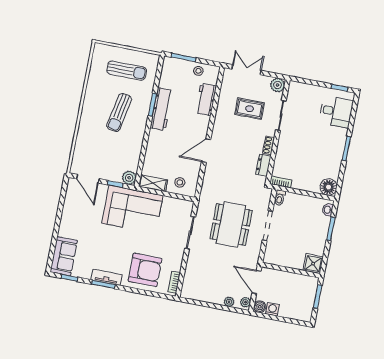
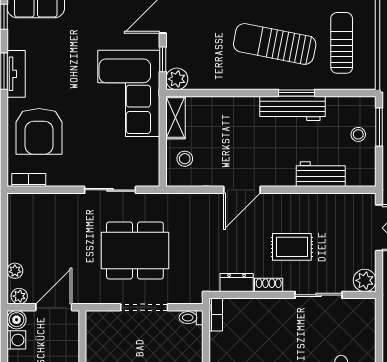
sun lounger: (127, 71) -> (342, 43), turned 180
stool: (198, 71) -> (358, 134), moved
rug: (250, 109) -> (292, 247), moved, turned 90
sun lounger: (119, 112) -> (275, 44), width x1.36, depth x1.34
door: (206, 151) -> (242, 190), swing flipped

